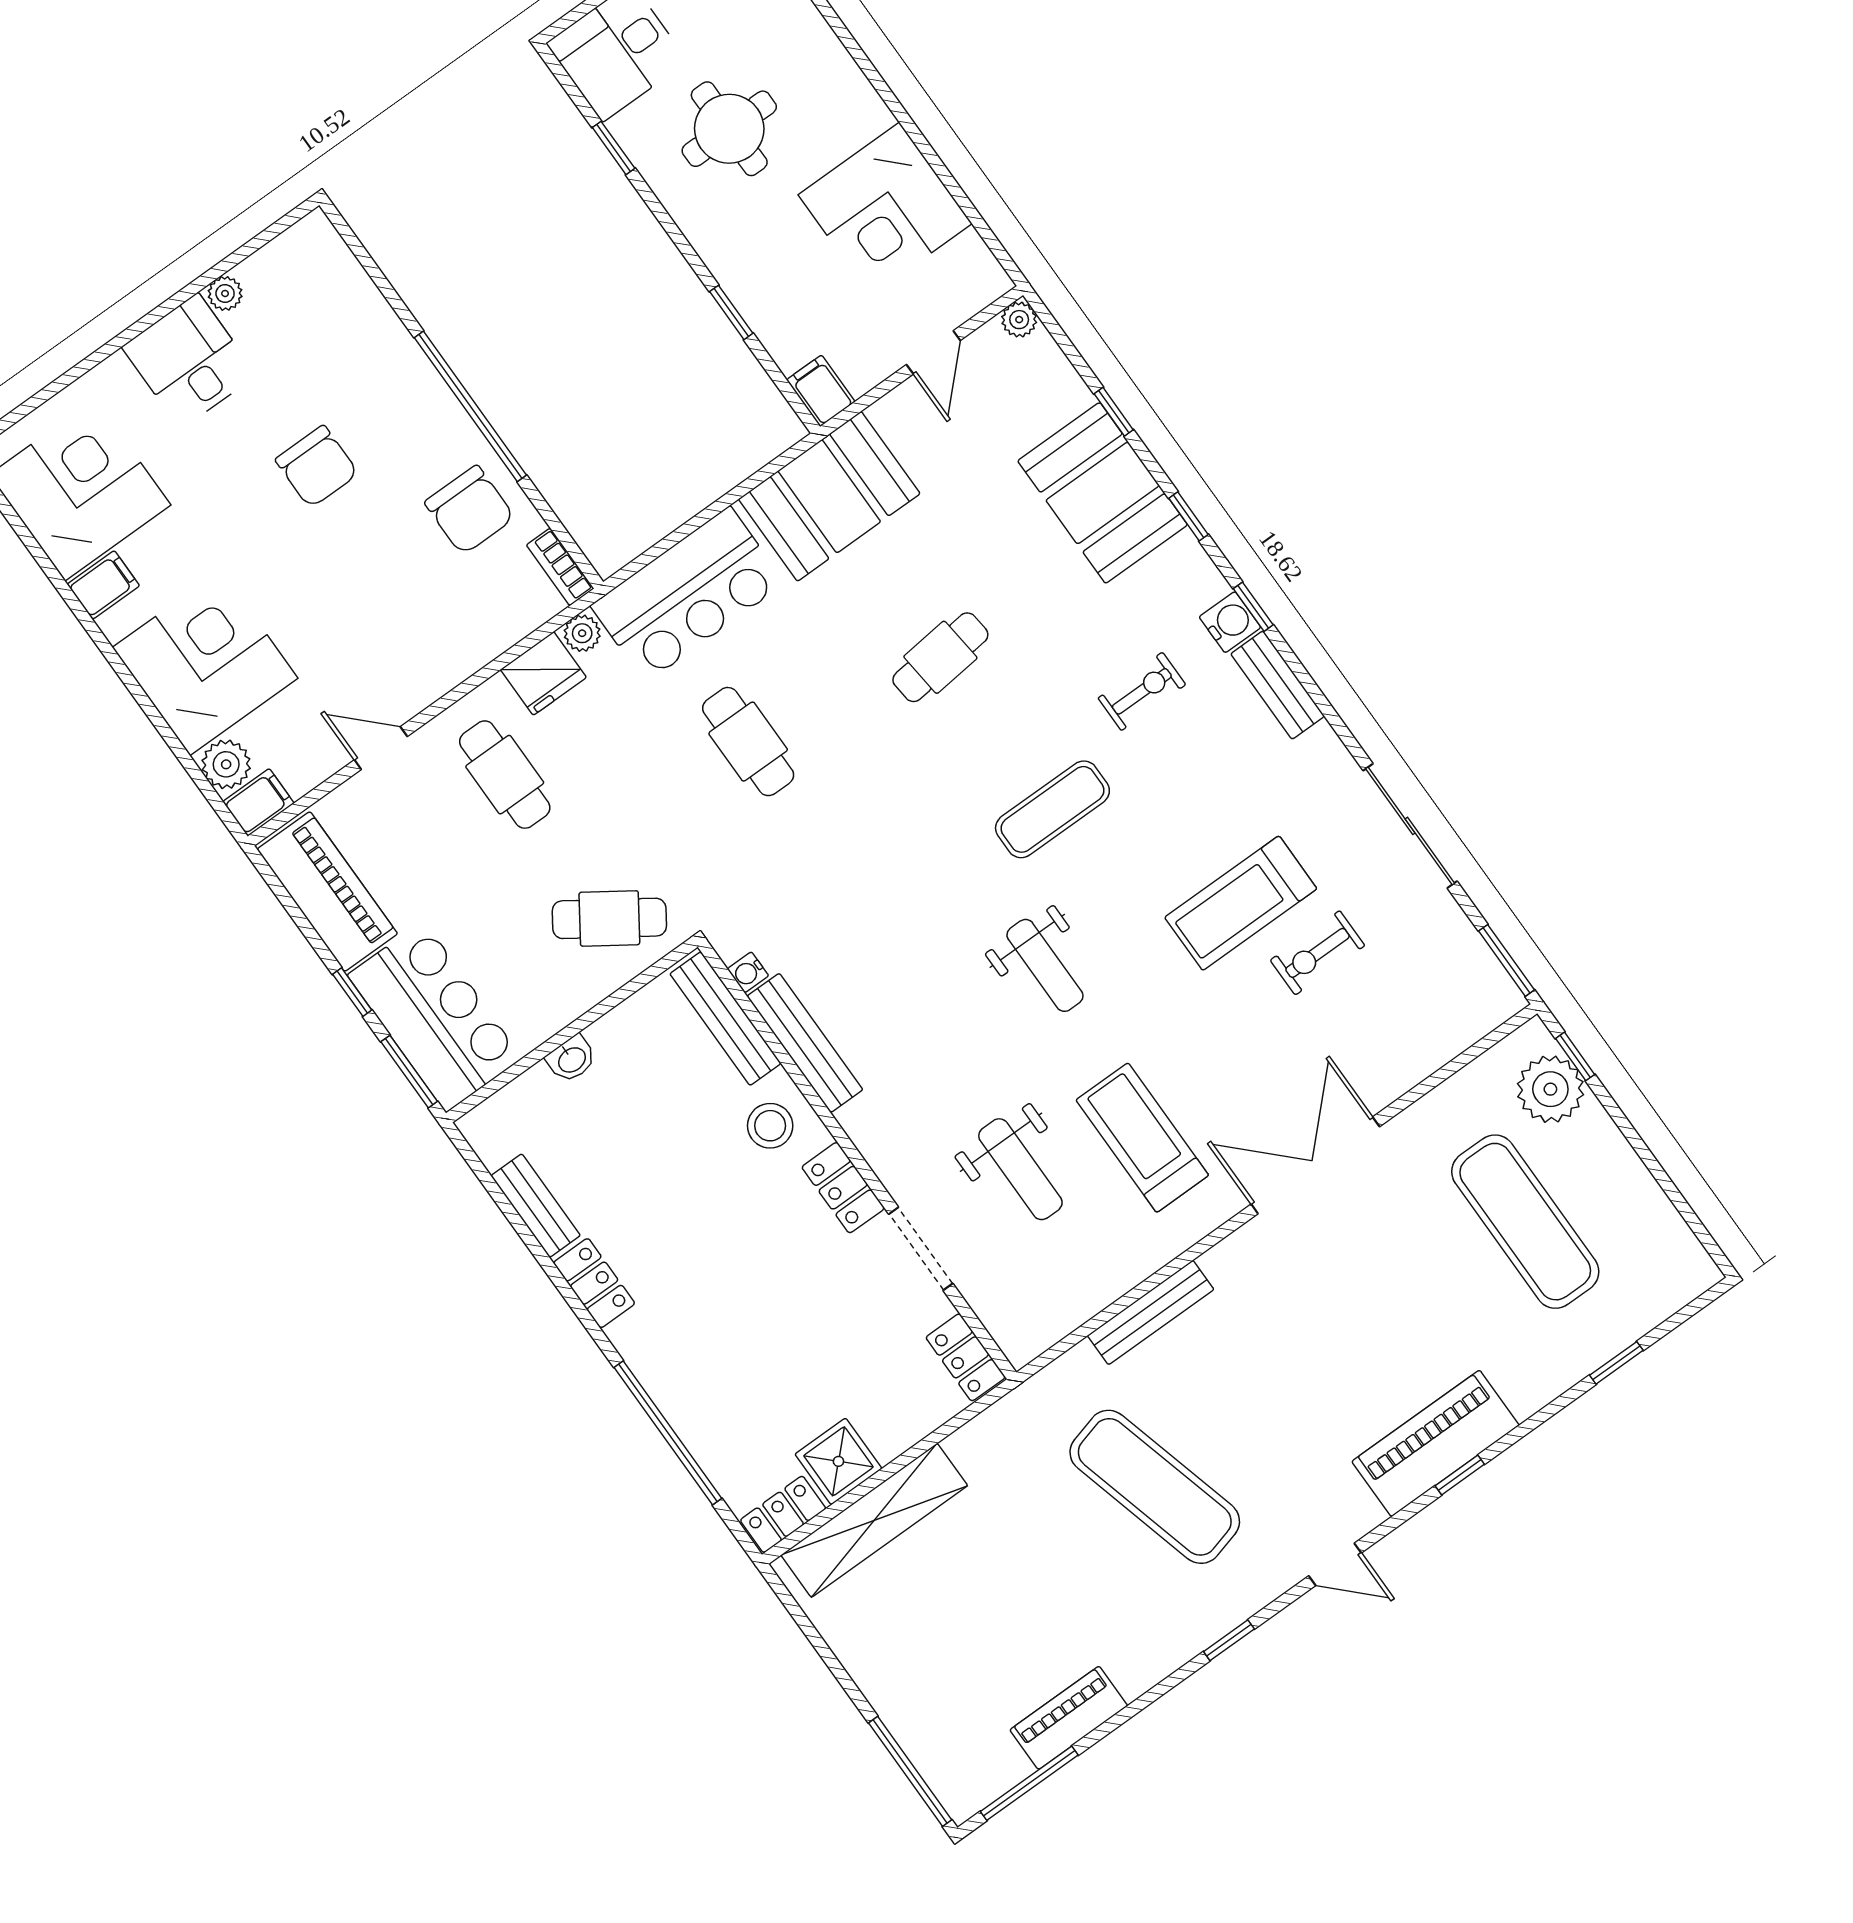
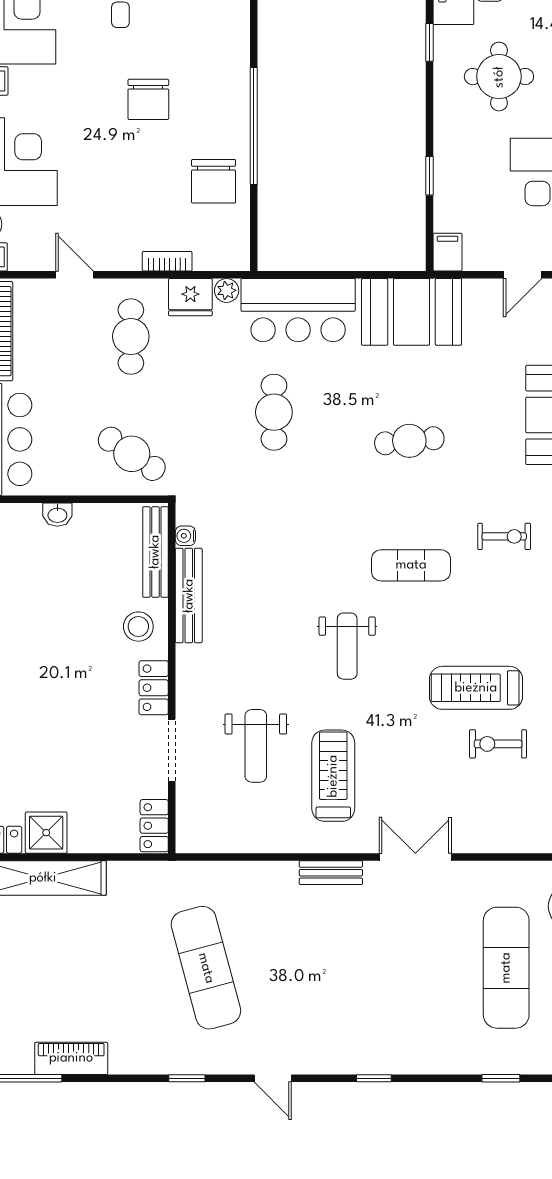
bookcase: (560, 567) -> (167, 261), moved, turned 90
double door: (1315, 1165) -> (415, 857), width x0.73
bench: (1151, 1313) -> (331, 873), moved, width x0.73
piano: (1436, 1443) -> (373, 1052), removed

